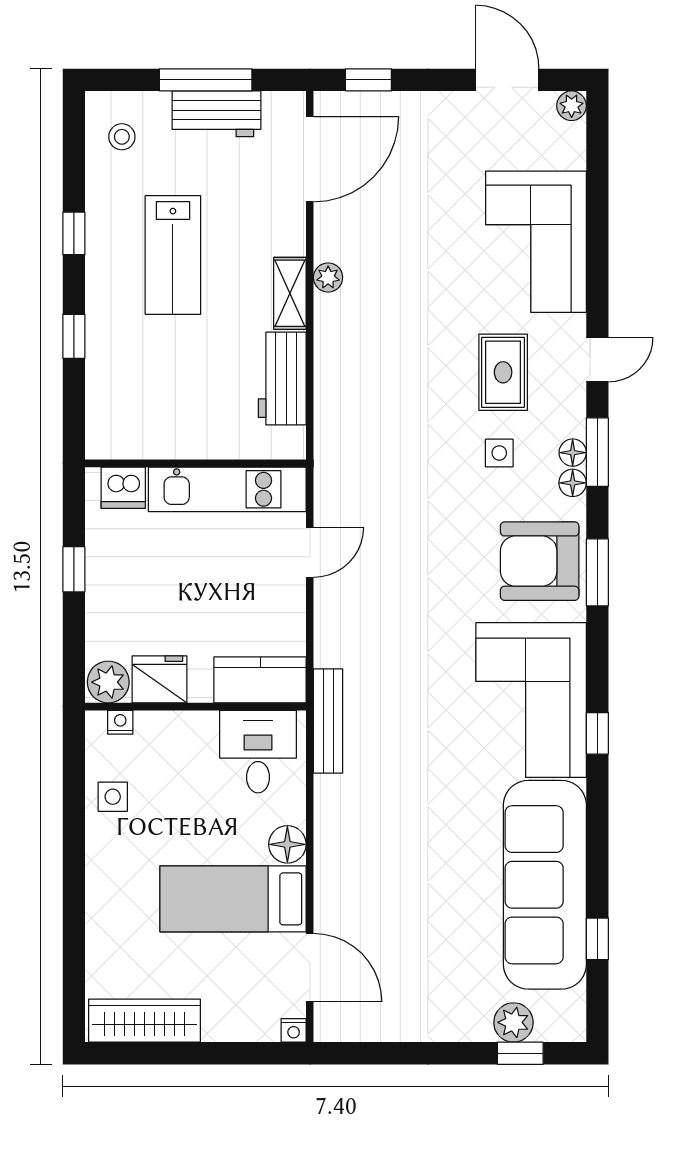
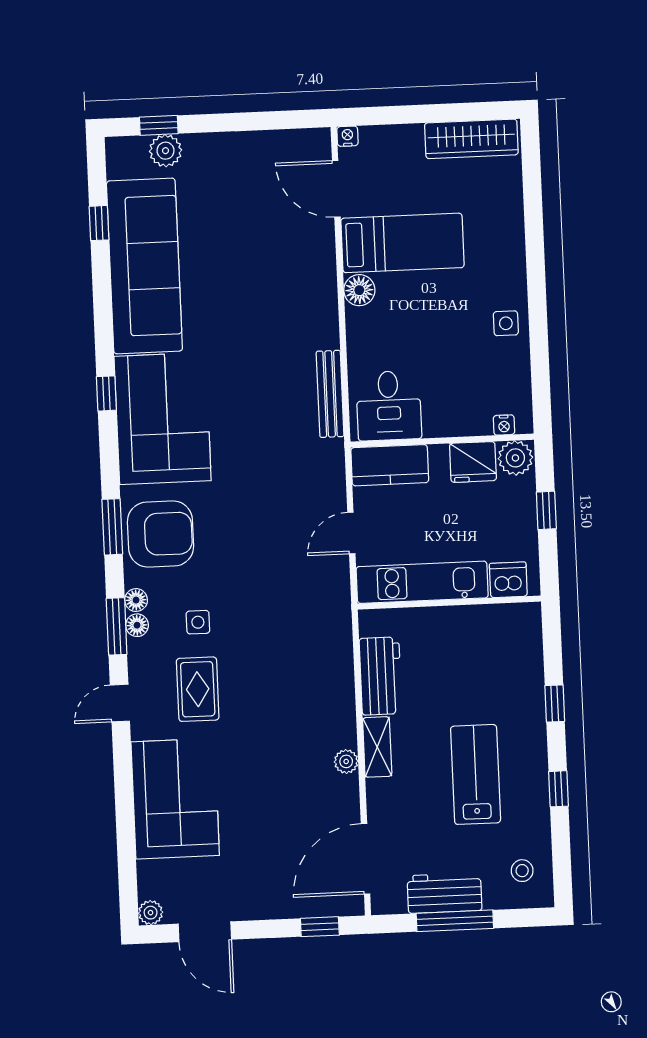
fridge: (160, 679) -> (473, 462), moved
kitchen counter: (260, 680) -> (390, 465), moved
plant: (108, 682) -> (515, 458), moved
wall: (196, 707) -> (442, 441), moved
nightstand: (120, 722) -> (504, 425), moved
desk: (258, 752) -> (389, 406), moved

